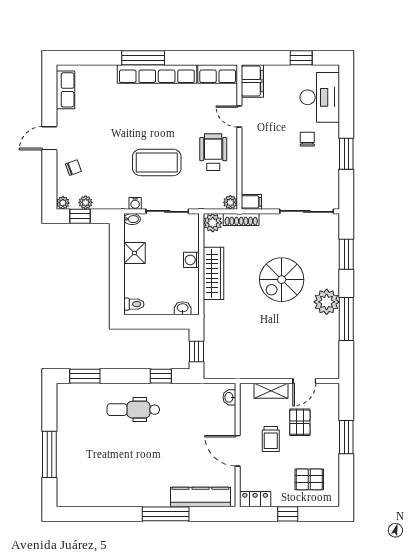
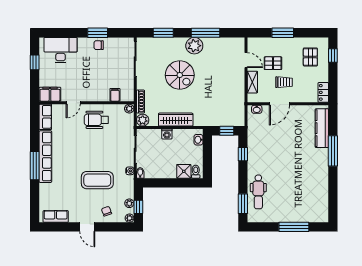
chair: (307, 139) -> (99, 45), moved
coffee table: (157, 162) -> (97, 180), moved, turned 90
filing cabinet: (251, 202) -> (115, 95), moved
shower: (134, 253) -> (184, 171), moved
dental chair: (133, 410) -> (258, 192), moved
door: (238, 451) -> (279, 104), moved
window: (288, 514) -> (333, 55), moved

